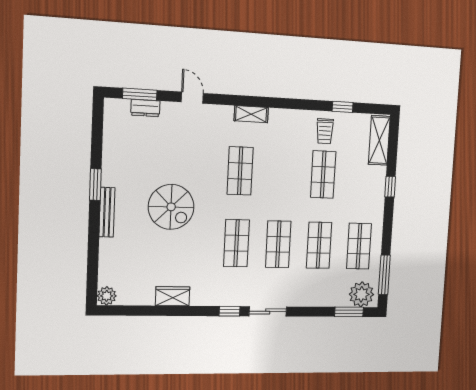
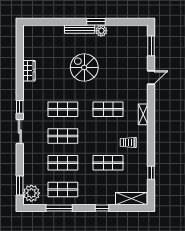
dresser: (145, 108) -> (143, 50), removed
trolley: (325, 131) -> (128, 142), moved
spiral stairs: (171, 207) -> (84, 68), turned 90
window: (384, 275) -> (59, 208), moved
plant: (107, 296) -> (101, 31), moved

